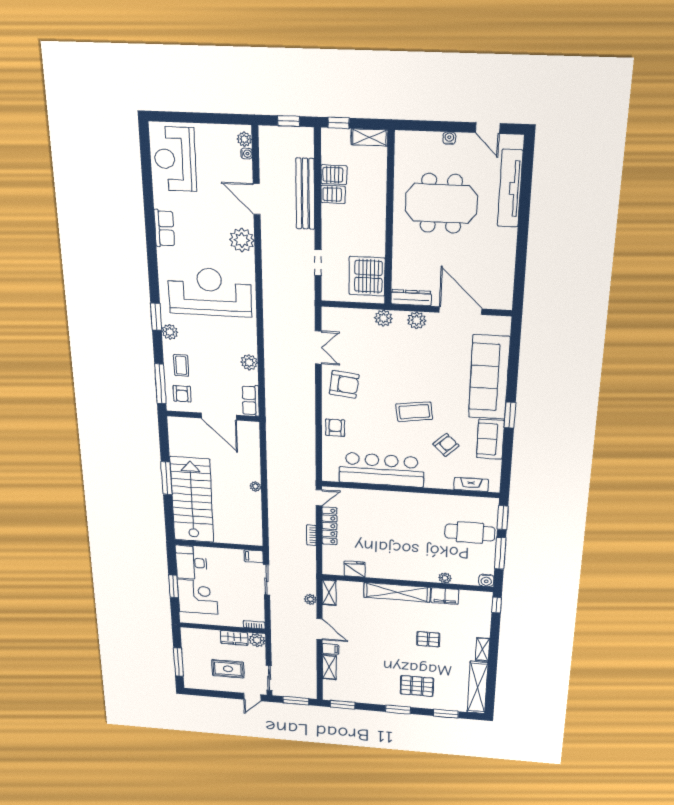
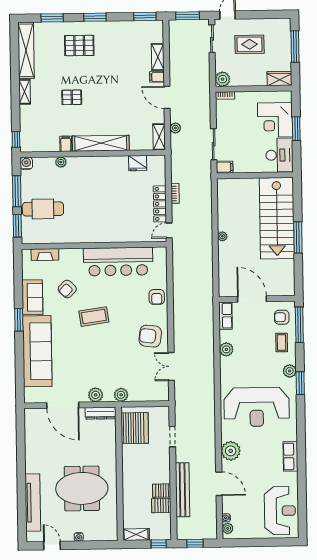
armchair: (182, 394) -> (282, 317), turned -90
filing cabinet: (445, 596) -> (66, 144), width x0.50
wardrobe: (234, 638) -> (279, 79), moved

